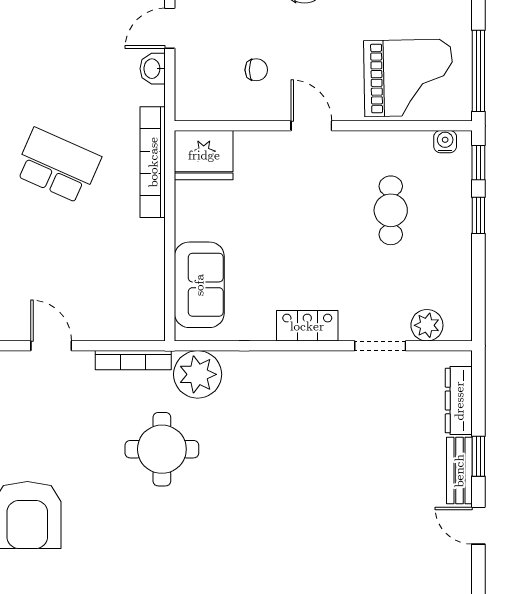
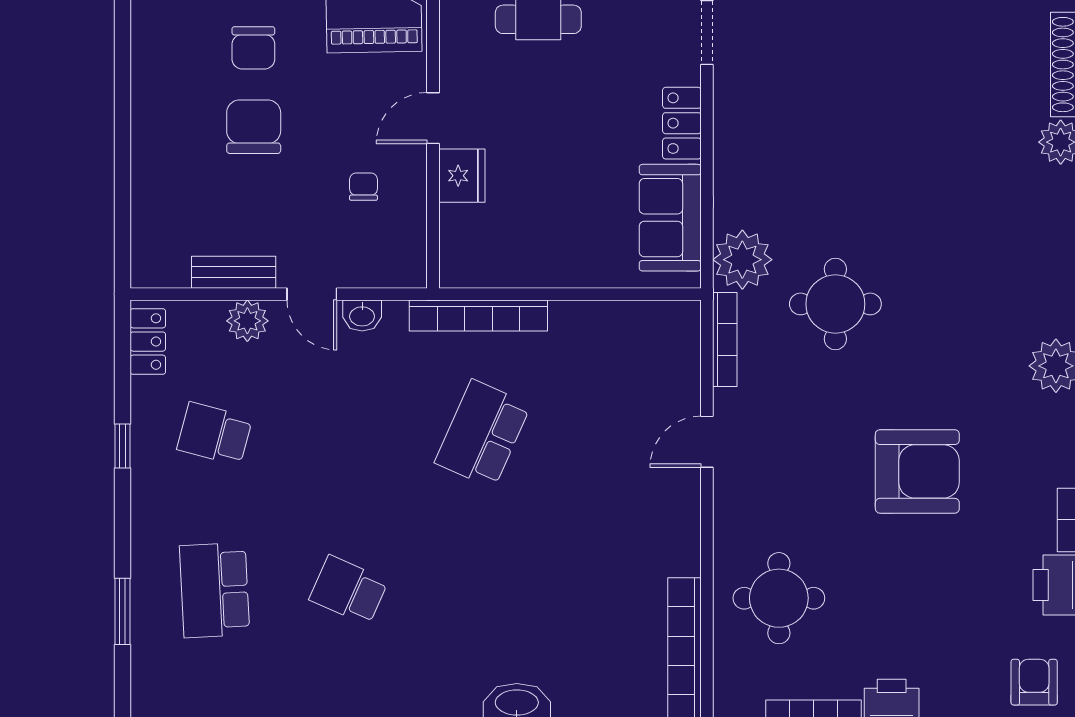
fridge: (204, 155) -> (462, 176), moved, width x0.73, depth x0.75
sofa: (199, 285) -> (670, 218), moved, turned -90

